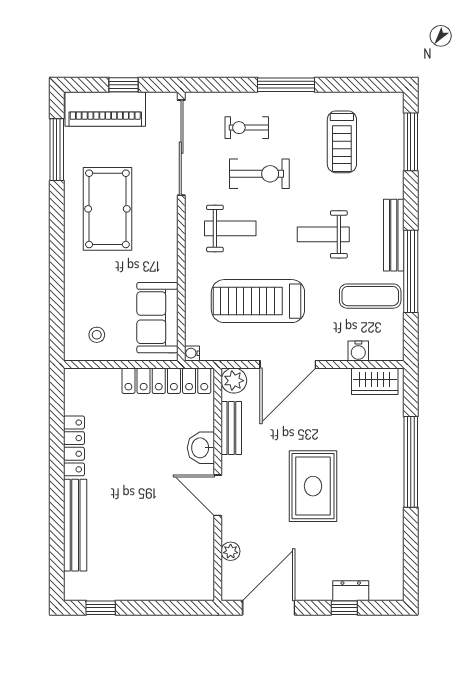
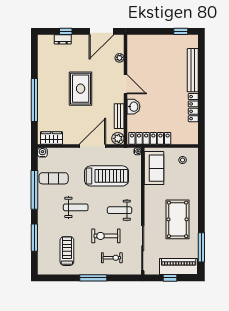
window: (411, 142) -> (34, 238), moved
bench: (394, 235) -> (42, 207), removed
water cooler: (358, 351) -> (42, 152), moved

